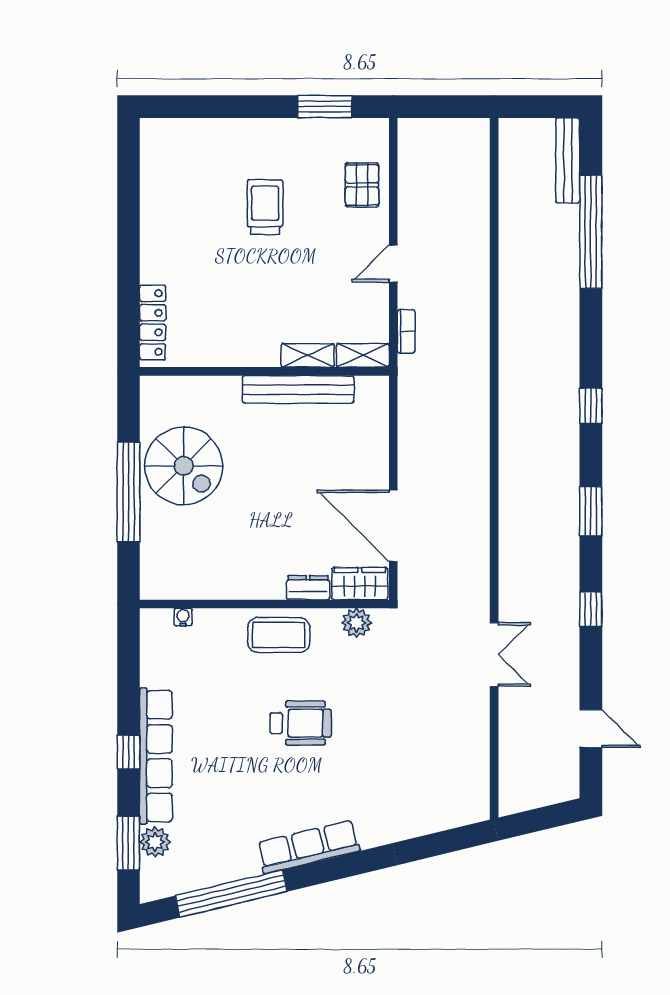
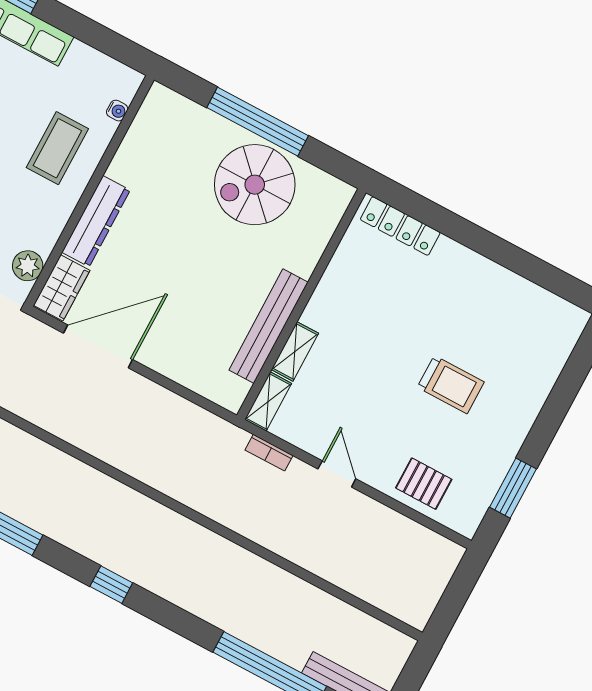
dresser: (308, 588) -> (96, 221), width x1.96, depth x1.24
coffee table: (279, 635) -> (57, 148), moved

